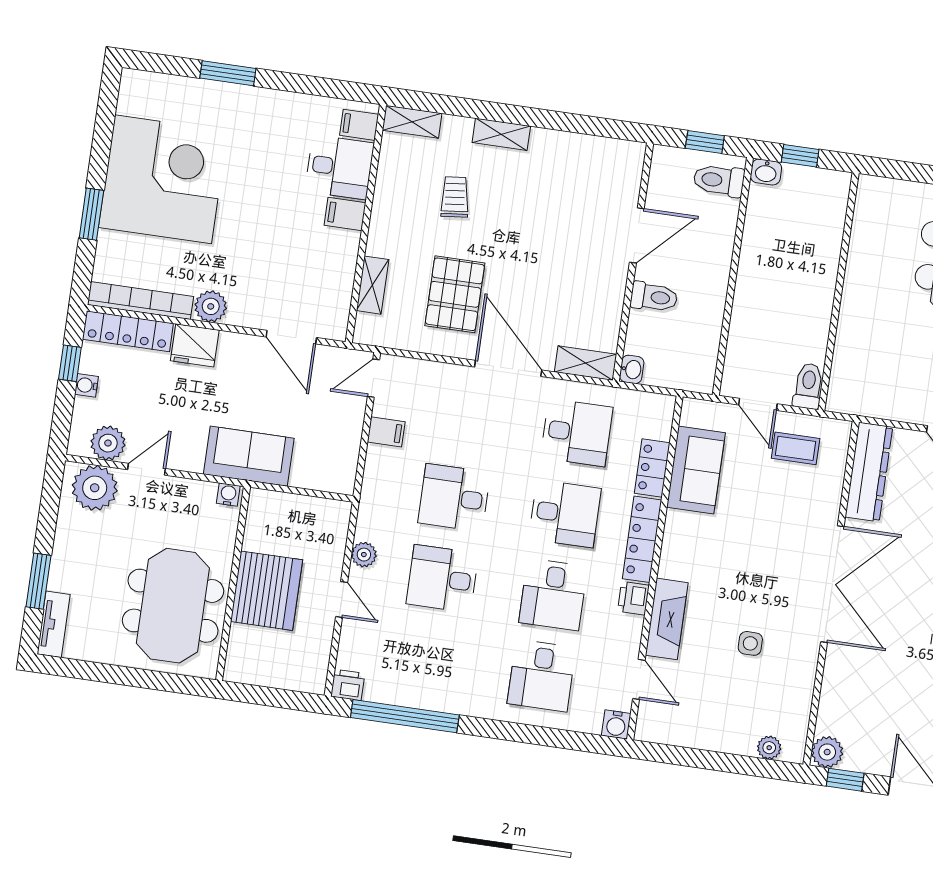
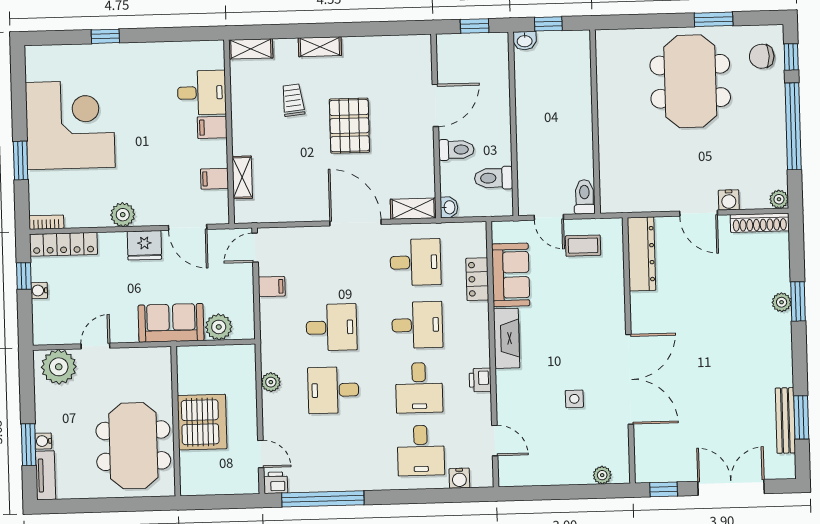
window: (228, 73) -> (105, 36), width x0.67
filing cabinet: (359, 125) -> (214, 179), moved
toilet: (719, 180) -> (494, 178), moved
pallet: (455, 294) -> (349, 126), moved
bookcase: (140, 301) -> (46, 222), width x0.43, depth x0.76
fridge: (195, 345) -> (144, 245), moved
plant: (108, 443) -> (219, 327), moved
water cooler: (228, 495) -> (43, 441), moved, turned -90
desk: (454, 498) -> (332, 327), turned 180
locker: (642, 539) -> (479, 334), removed
double door: (832, 584) -> (630, 379), moved
door: (342, 599) -> (261, 454), moved
fireplace: (667, 619) -> (507, 338), moved
water cooler: (616, 724) -> (459, 478), moved
plant: (827, 752) -> (647, 471), removed

